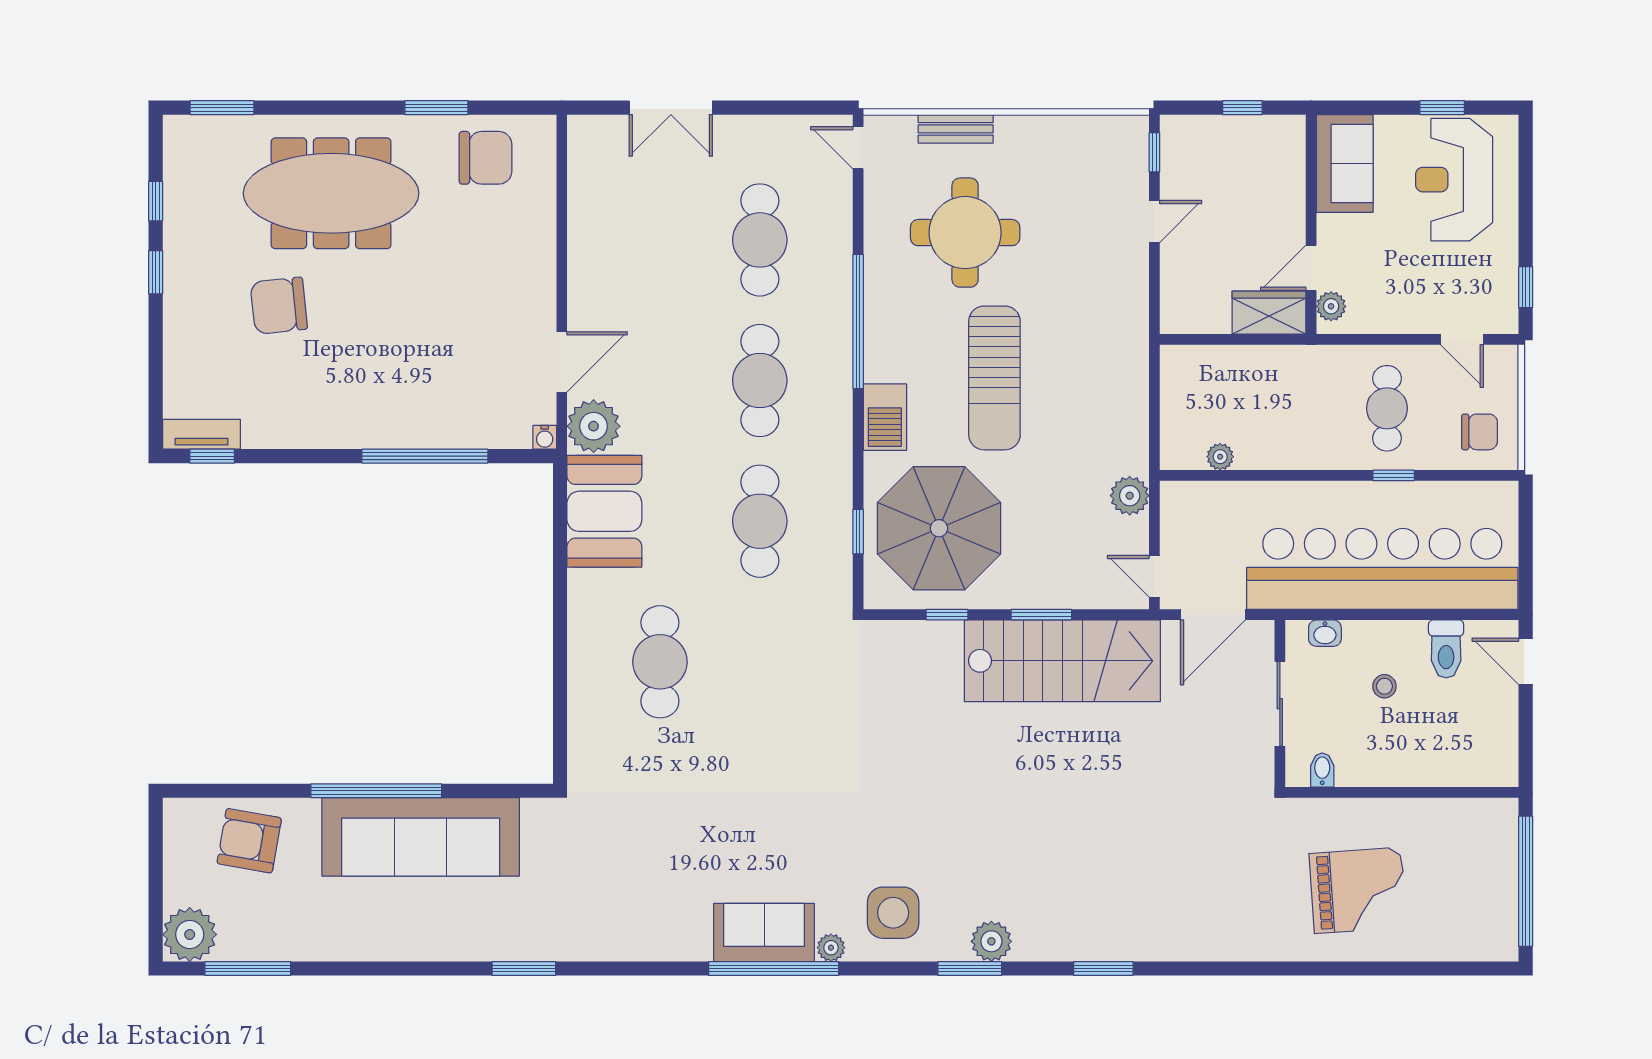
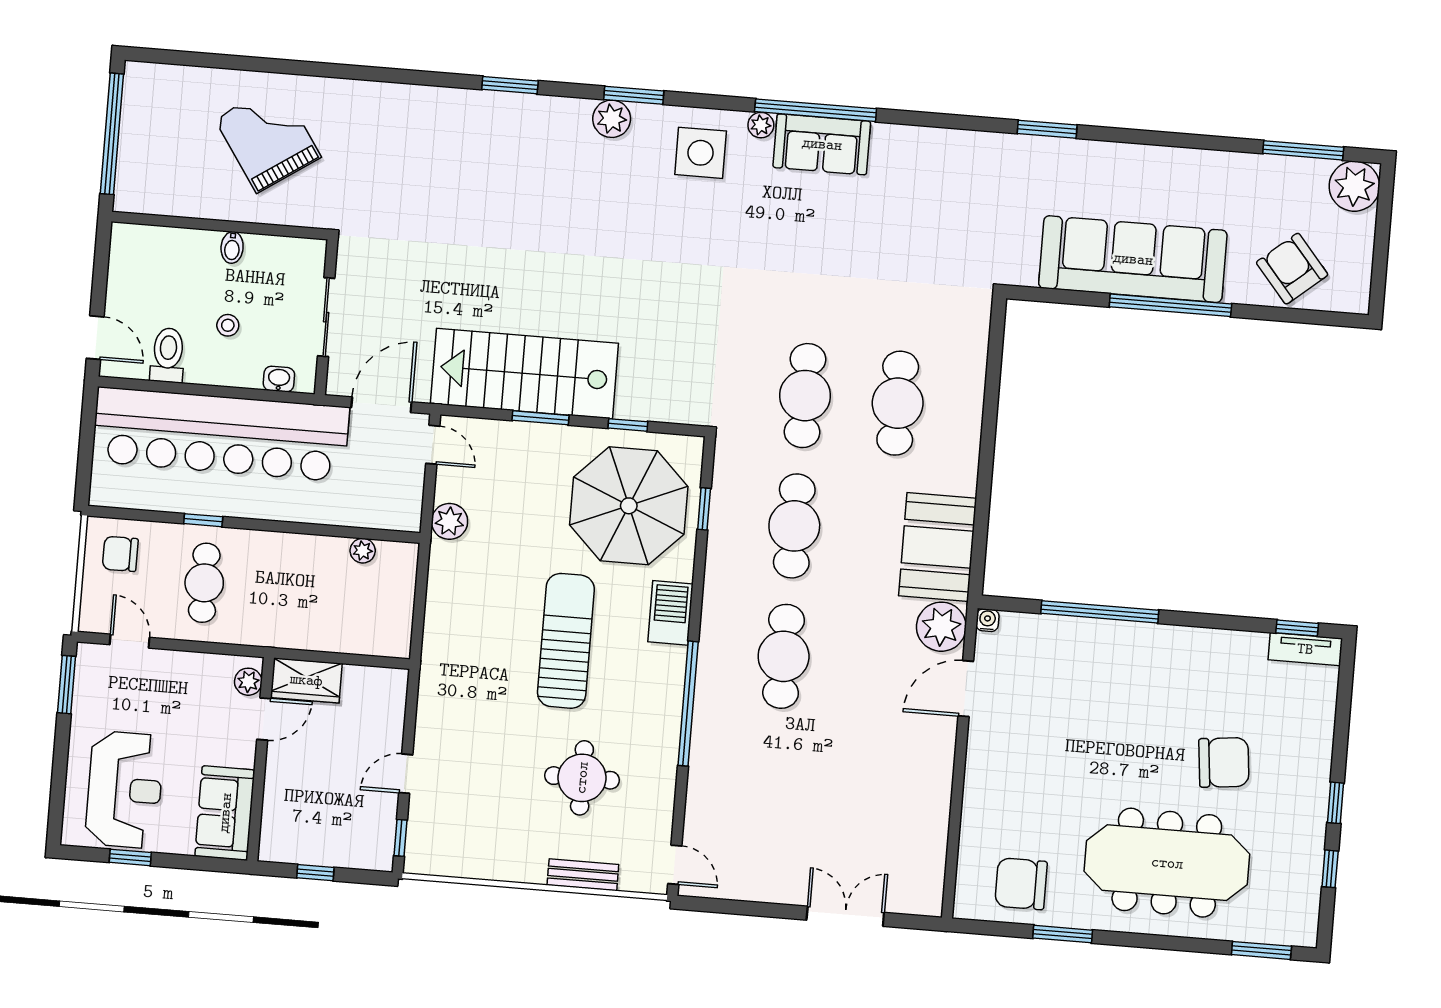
round table: (965, 233) -> (582, 778), width x0.73, depth x0.73
cafe table: (760, 240) -> (805, 396), moved
window: (1526, 287) -> (67, 685), width x1.50
bidet: (1322, 770) -> (232, 247), moved
armchair: (249, 841) -> (1292, 269), turned -140
grand piano: (1358, 890) -> (268, 138), turned 60

